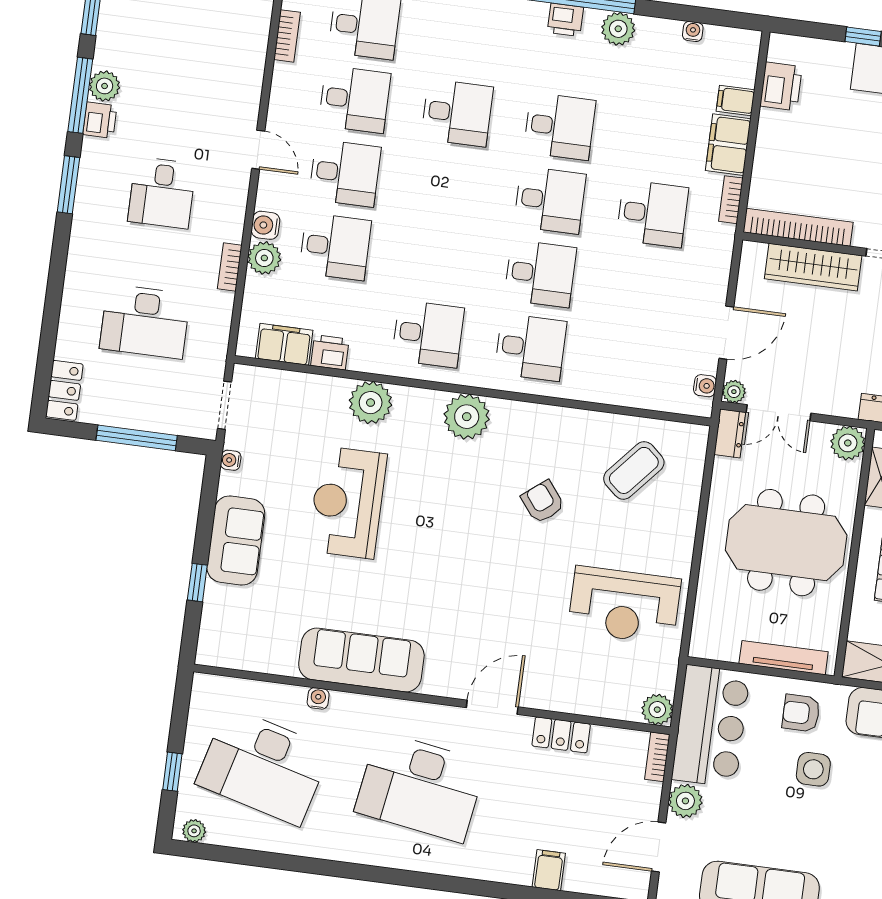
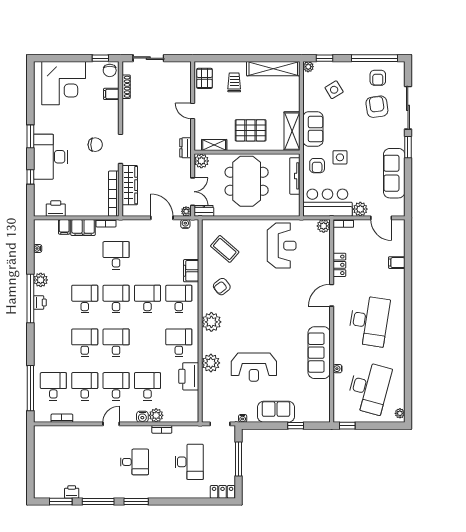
plant: (105, 86) -> (93, 492), removed
printer: (100, 120) -> (72, 492), moved
desk: (447, 186) -> (116, 343), added
filing cabinet: (284, 344) -> (191, 271), moved
printer: (330, 352) -> (189, 376), width x1.87, depth x1.48
armchair: (543, 502) -> (222, 287), moved
door: (492, 707) -> (332, 295), hinge flipped
window: (172, 772) -> (347, 426), moved

